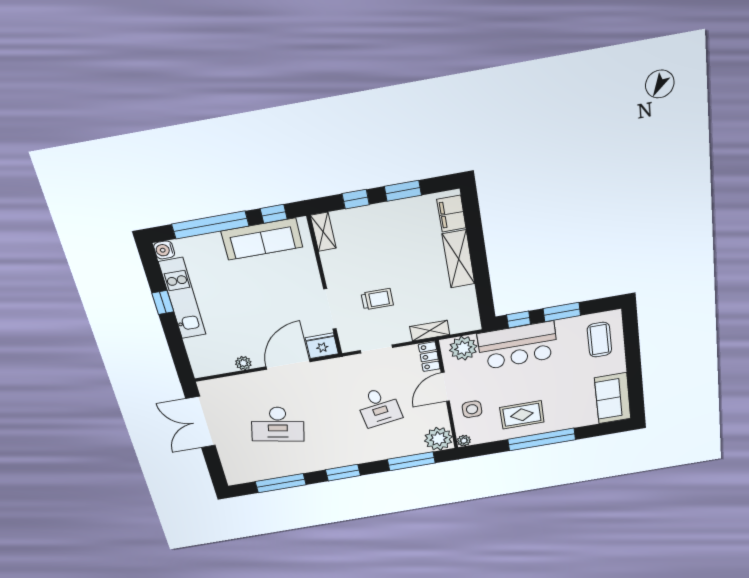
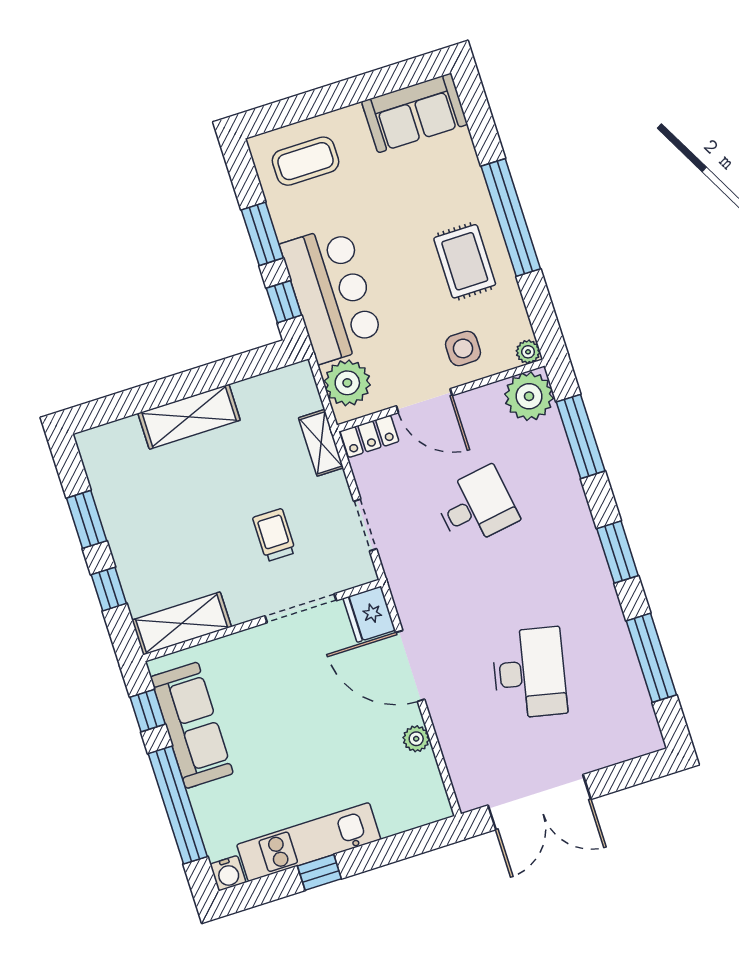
filing cabinet: (451, 214) -> (115, 440), removed
shelving: (323, 232) -> (182, 623), width x1.50, depth x1.33

